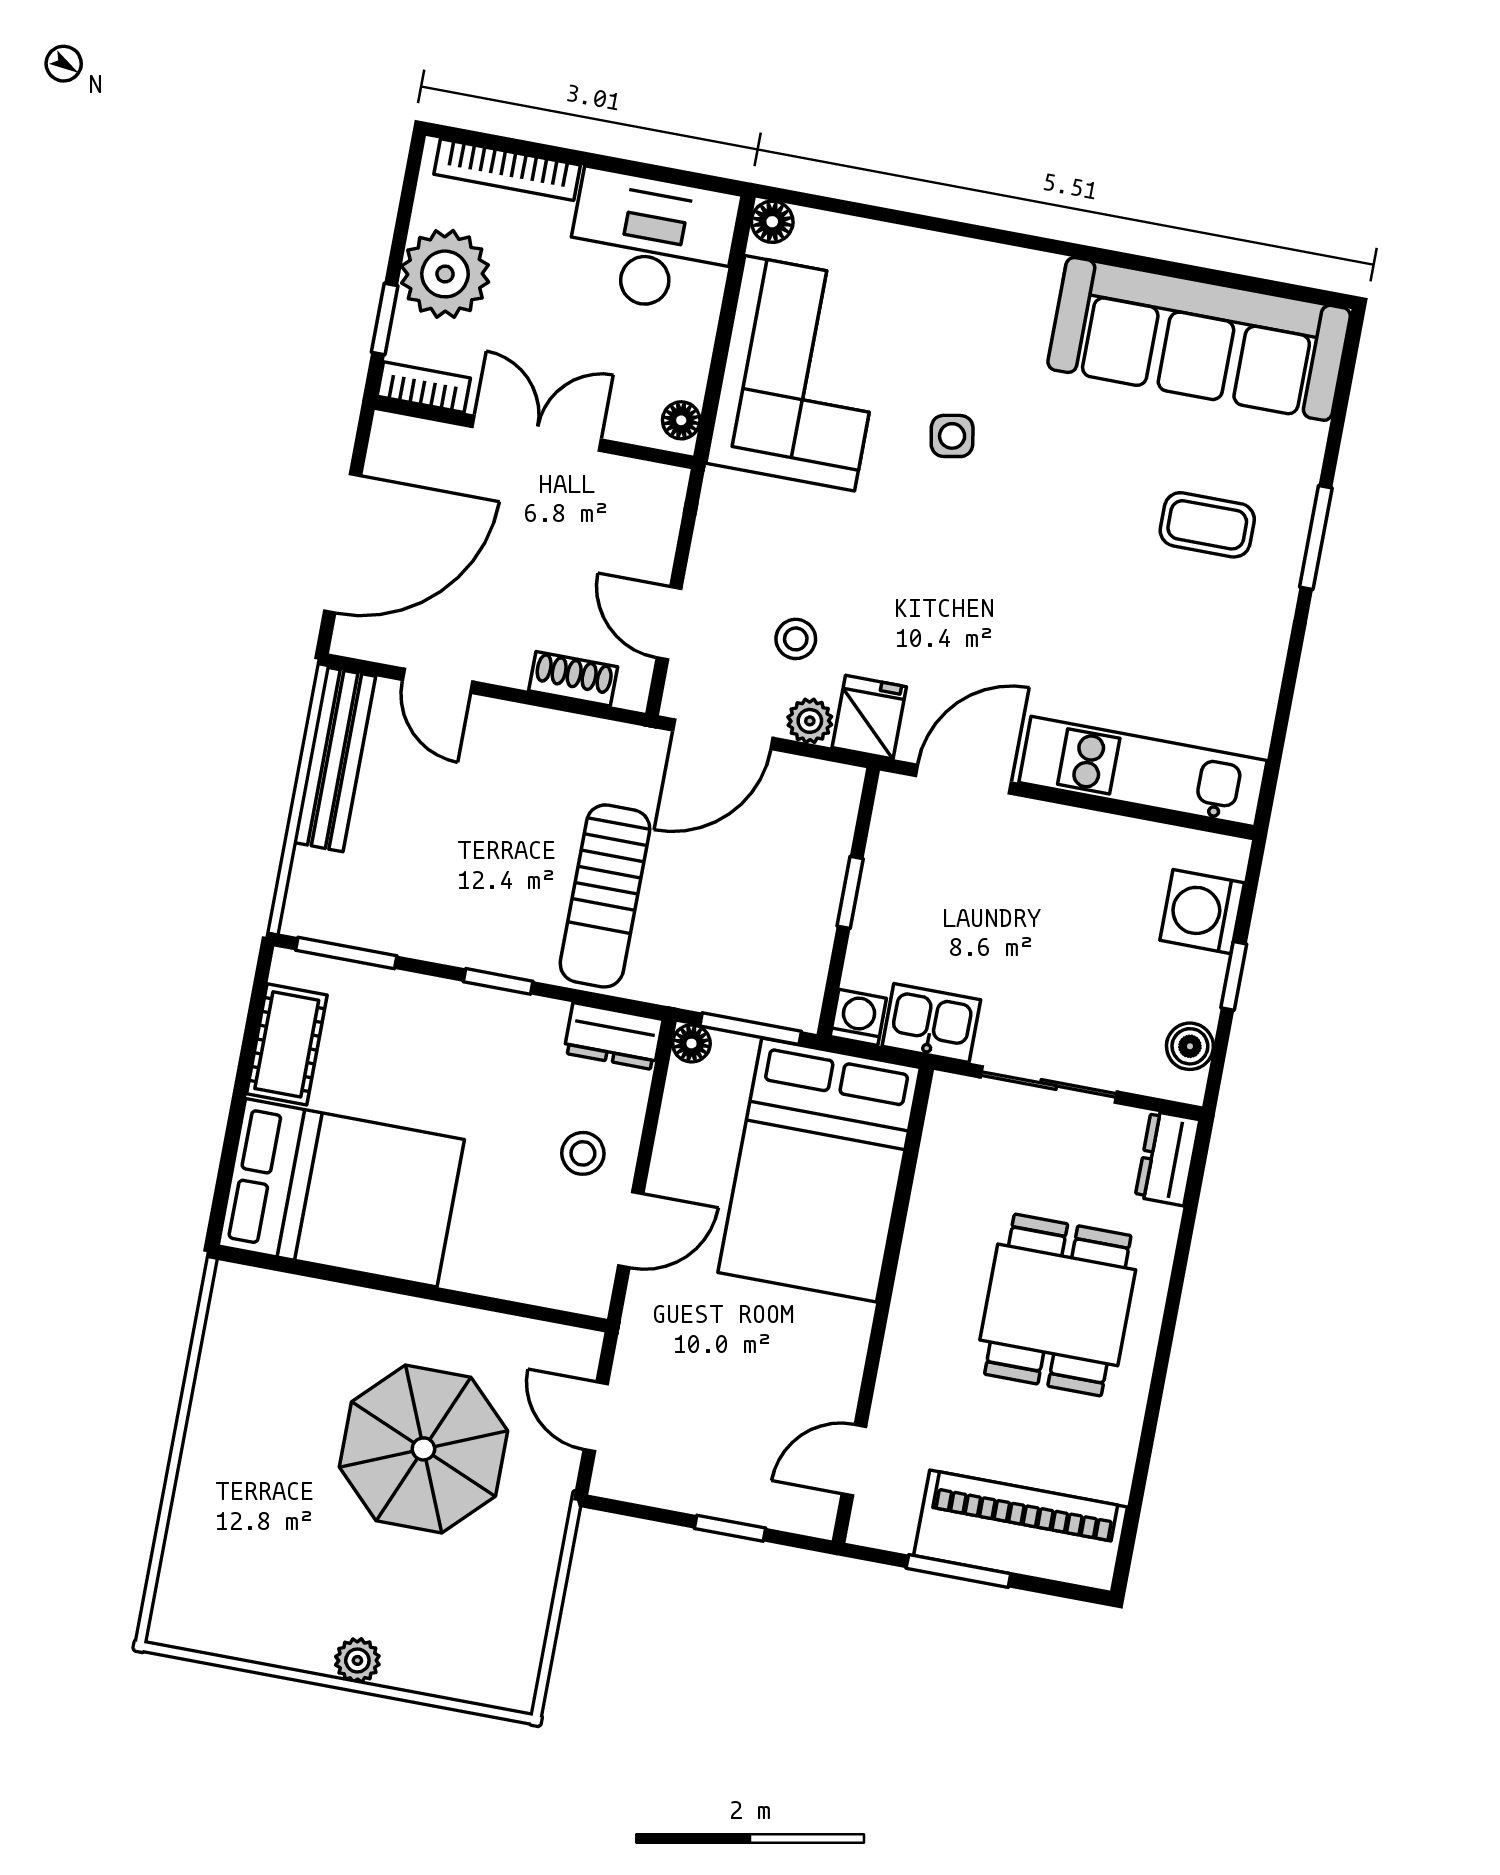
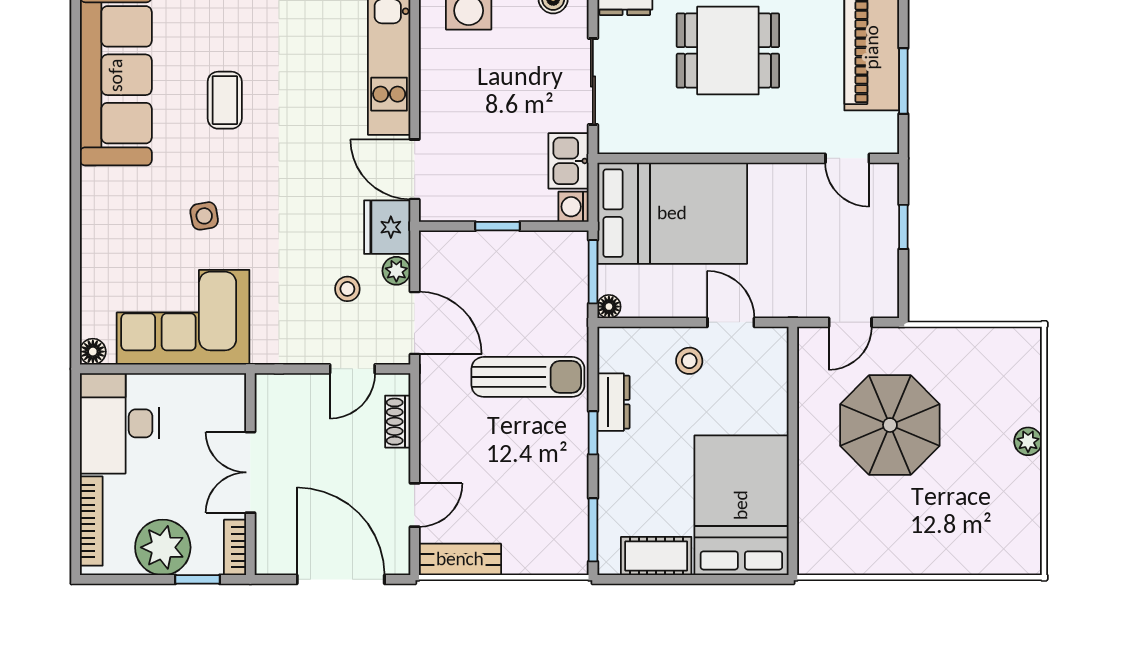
floor lamp: (681, 420) -> (226, 385), removed
coffee table: (1207, 525) -> (225, 100), moved
fridge: (869, 717) -> (387, 227), width x1.38
bench: (335, 759) -> (460, 559), width x0.73
dresser: (613, 1036) -> (613, 402), moved

